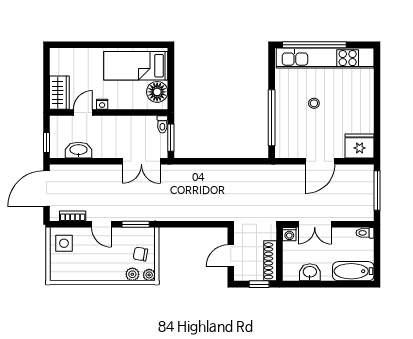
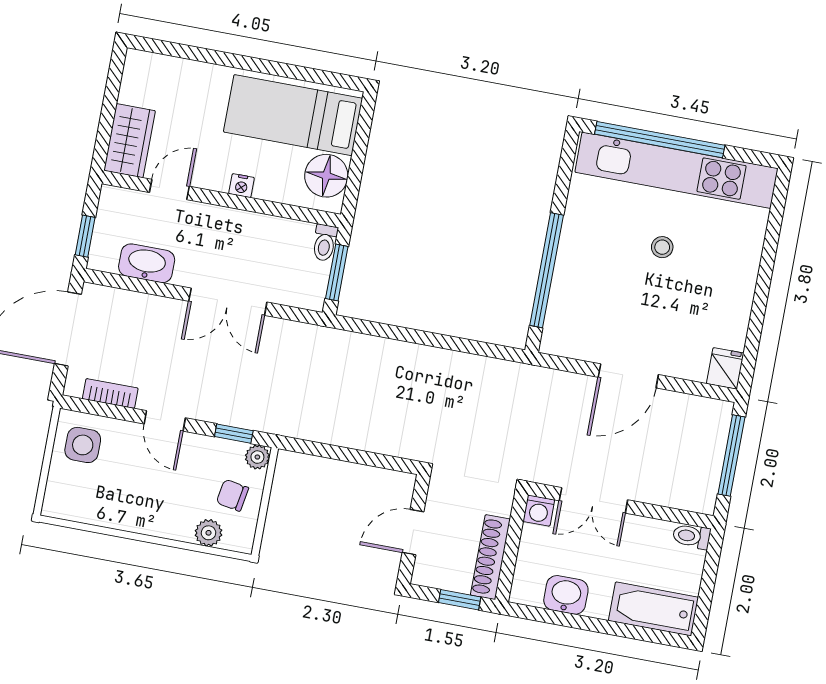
stool: (314, 103) -> (662, 247), moved
nightstand: (102, 104) -> (241, 186), moved
fridge: (360, 146) -> (725, 368), width x0.53, depth x0.75
double door: (141, 161) -> (228, 302), moved
window: (136, 224) -> (234, 434), width x0.67
plant: (149, 275) -> (257, 457), moved

